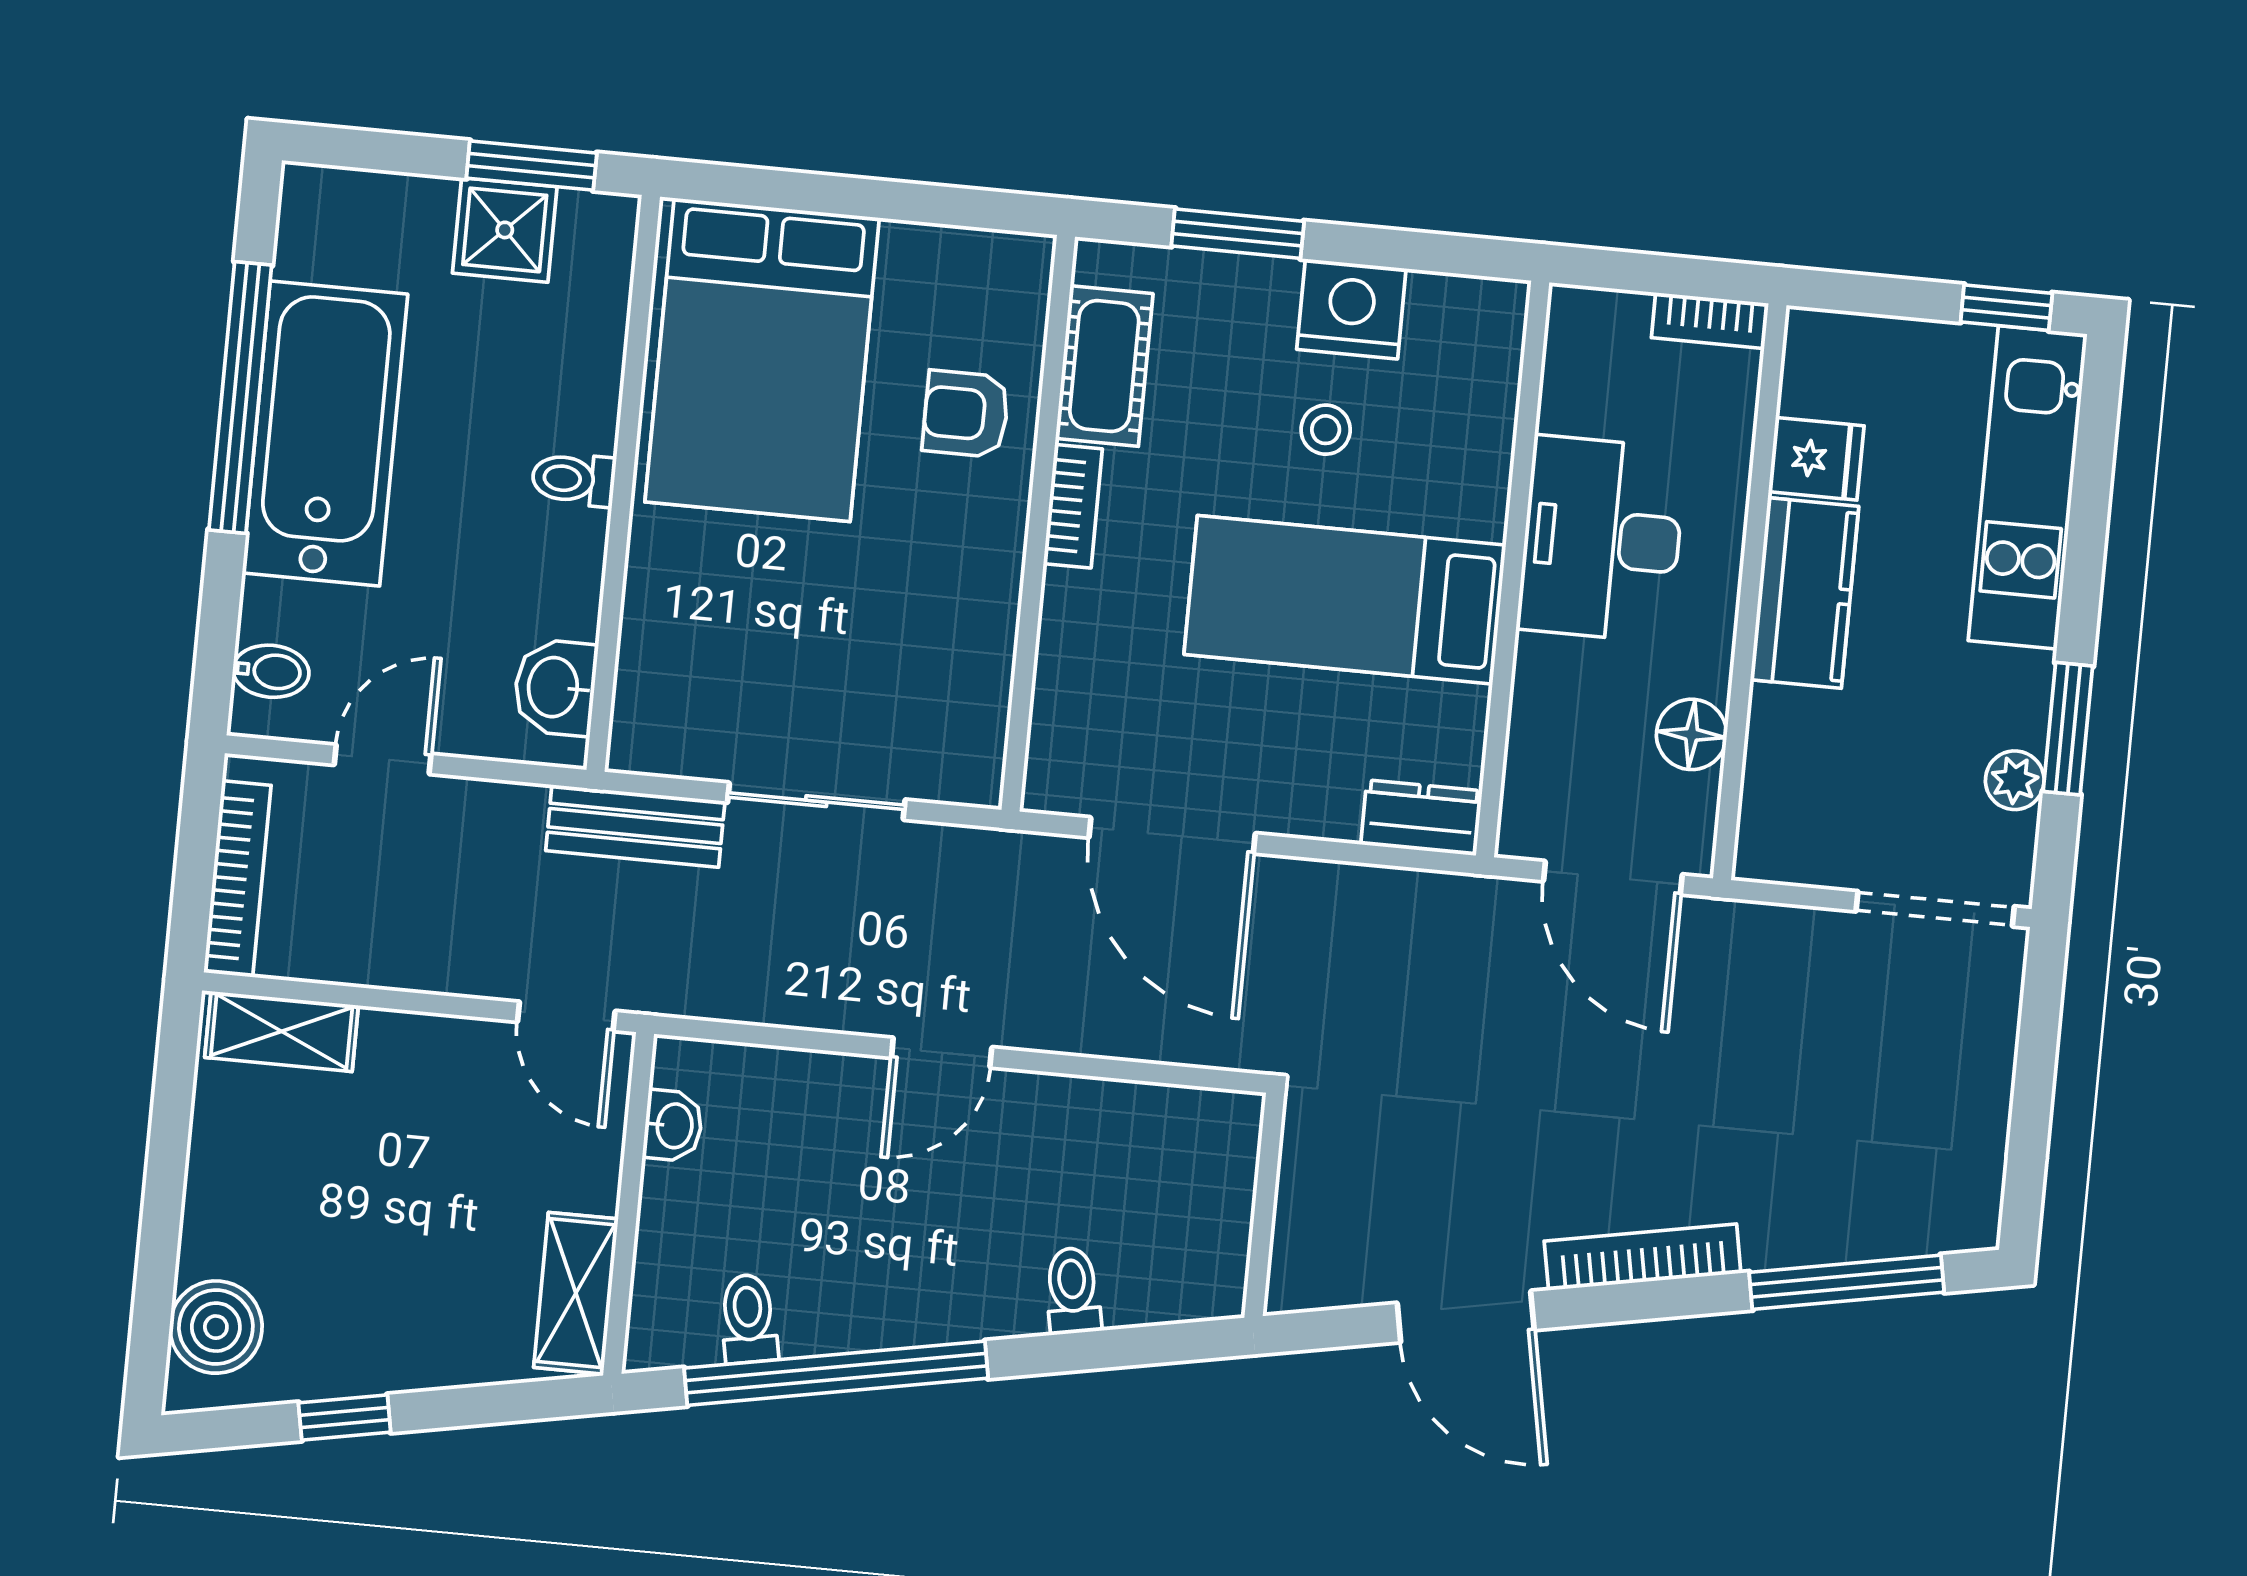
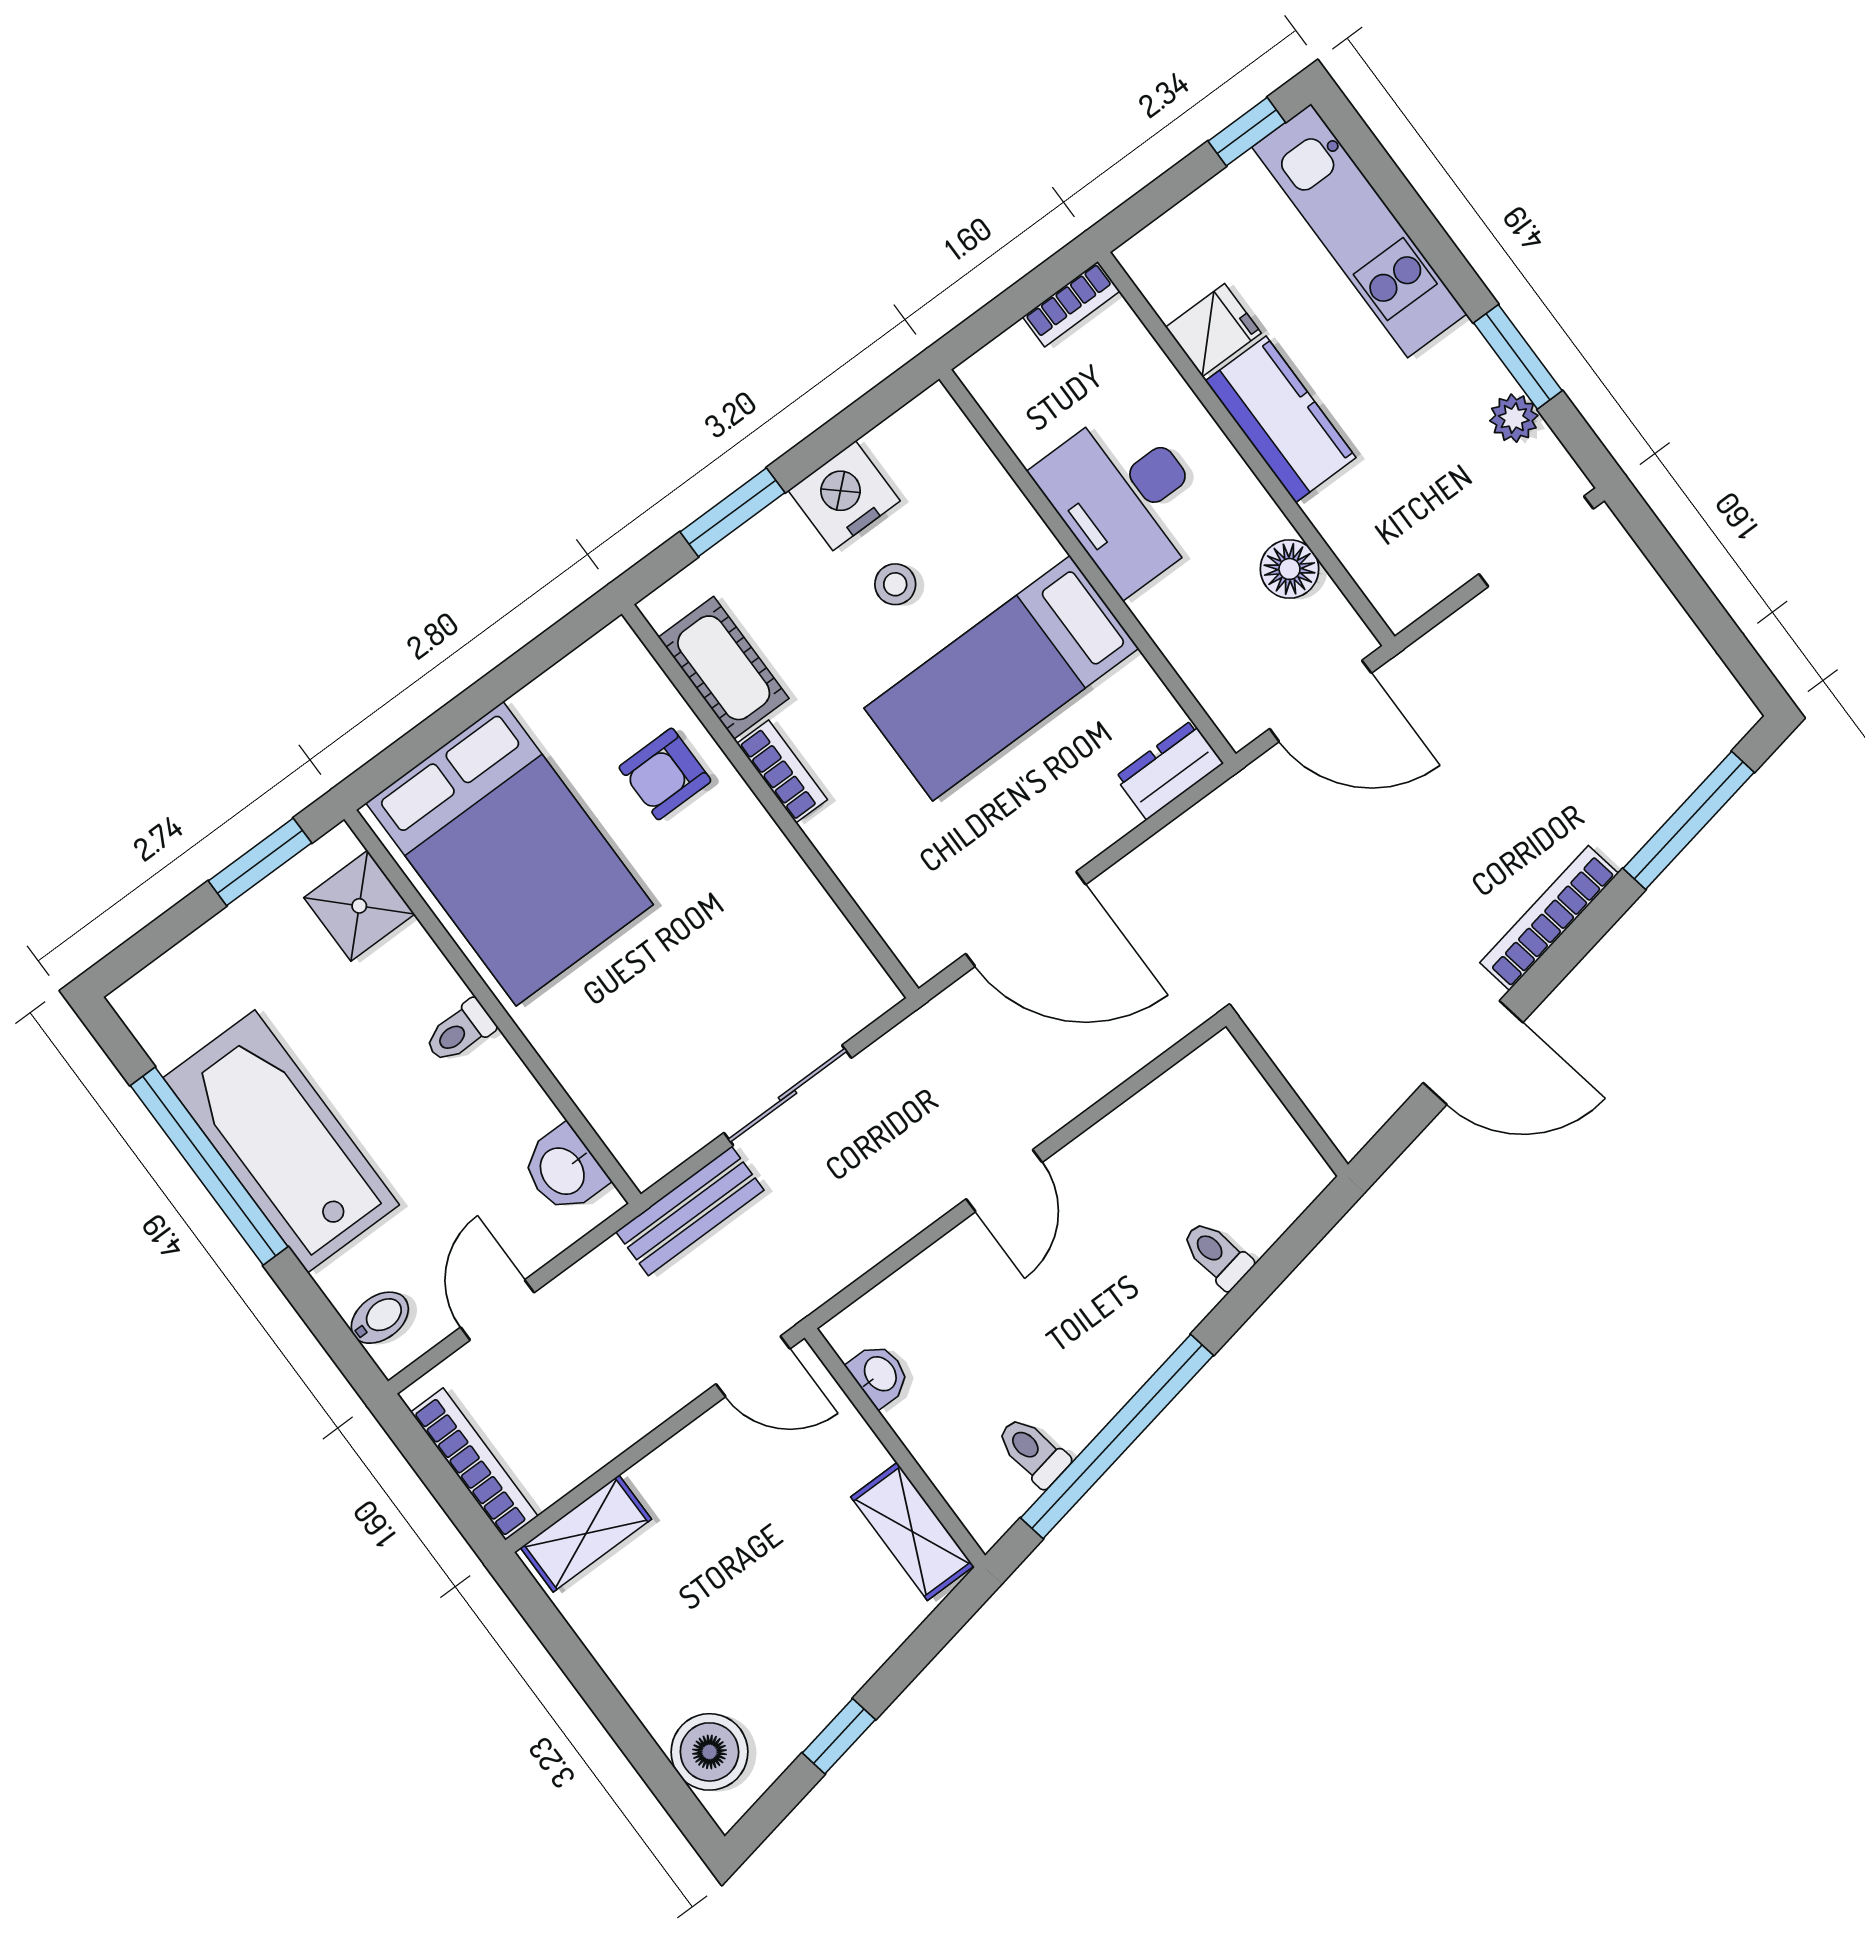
shower: (505, 230) -> (359, 906), moved

